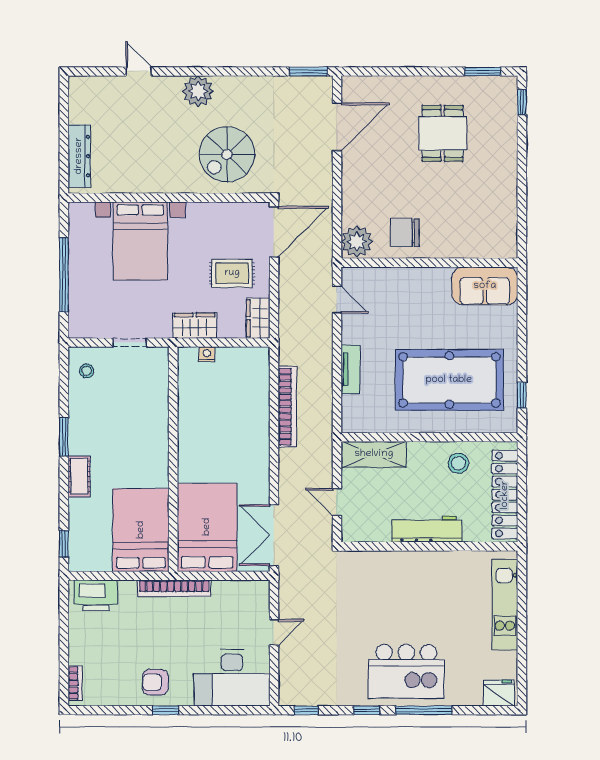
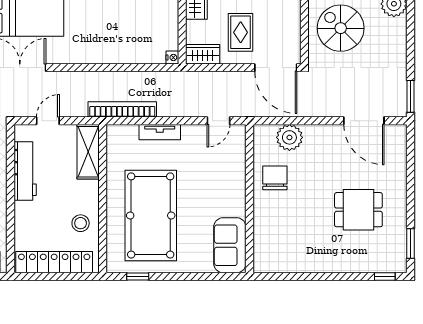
plant: (357, 242) -> (289, 137), moved
nightstand: (207, 354) -> (172, 57), moved
bookcase: (287, 407) -> (122, 109), moved, turned 180
workbench: (427, 529) -> (25, 171), moved

